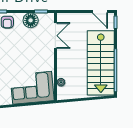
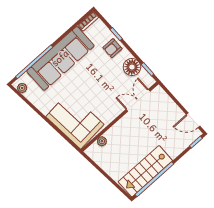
door: (100, 12) -> (193, 120), hinge flipped
double door: (55, 36) -> (138, 100), swing flipped
stairs: (101, 63) -> (145, 171), width x0.73, depth x0.66

